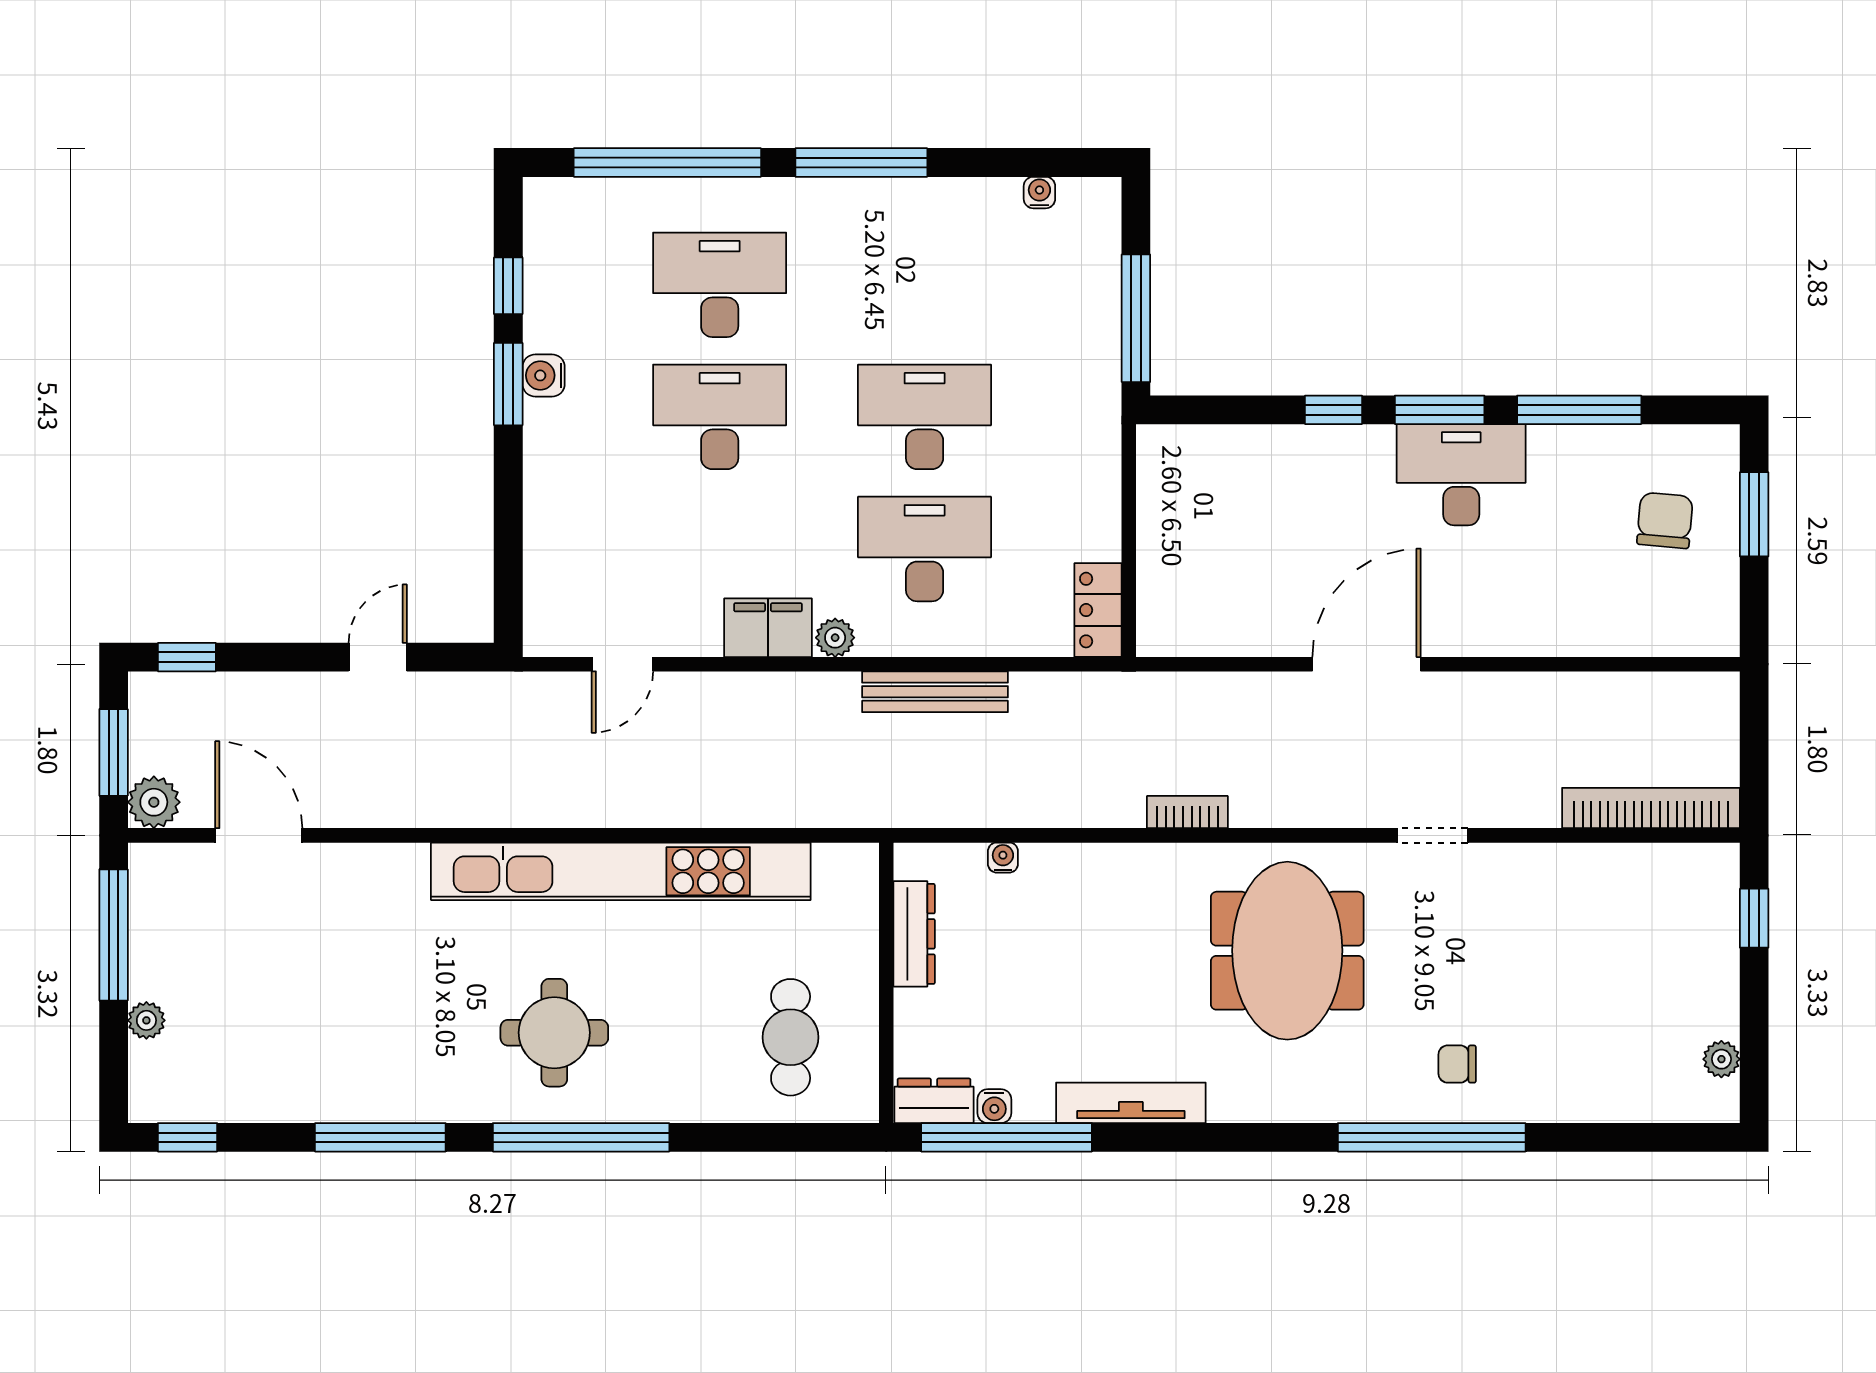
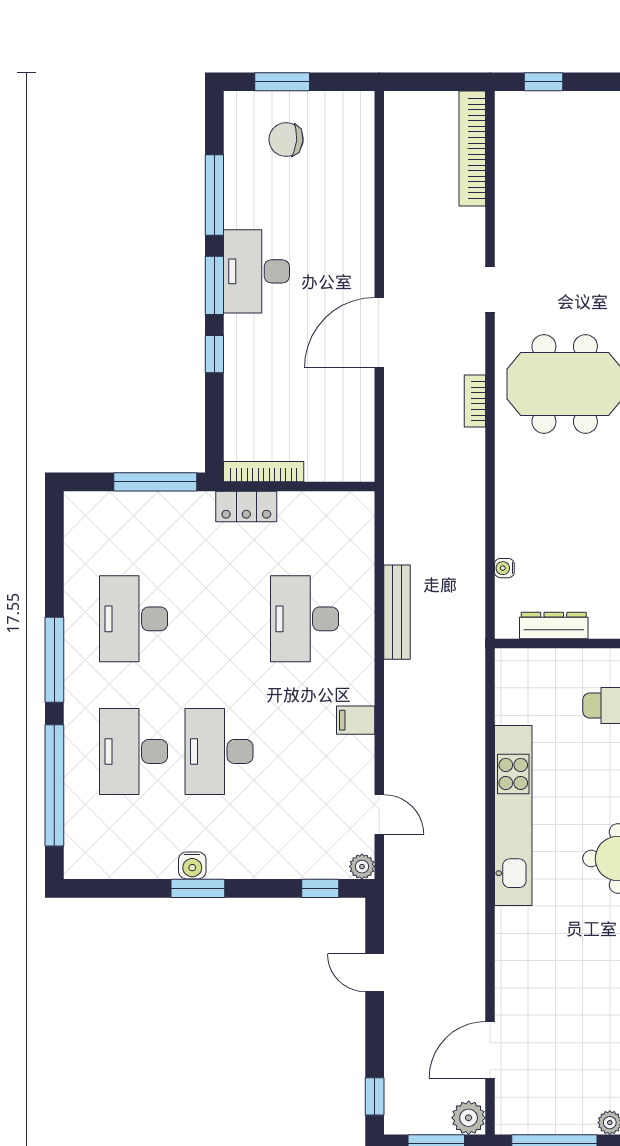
water cooler: (1039, 193) -> (74, 544), removed
window: (508, 286) -> (320, 888), moved
desk: (925, 417) -> (134, 619), moved
bookcase: (1152, 486) -> (264, 472), added
locker: (1098, 610) -> (246, 507), moved
filing cabinet: (768, 628) -> (356, 720), width x0.50
plant: (835, 638) -> (362, 867), moved
door: (1366, 664) -> (379, 333), hinge flipped
bookcase: (1187, 812) -> (475, 401), moved
kitchen unit: (621, 871) -> (513, 815), width x0.73

